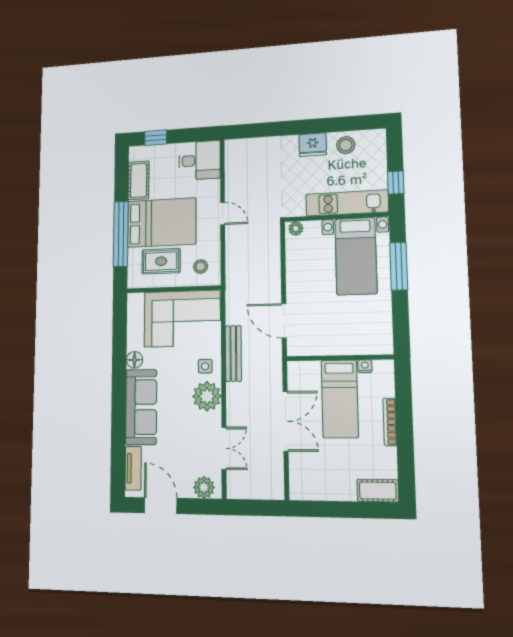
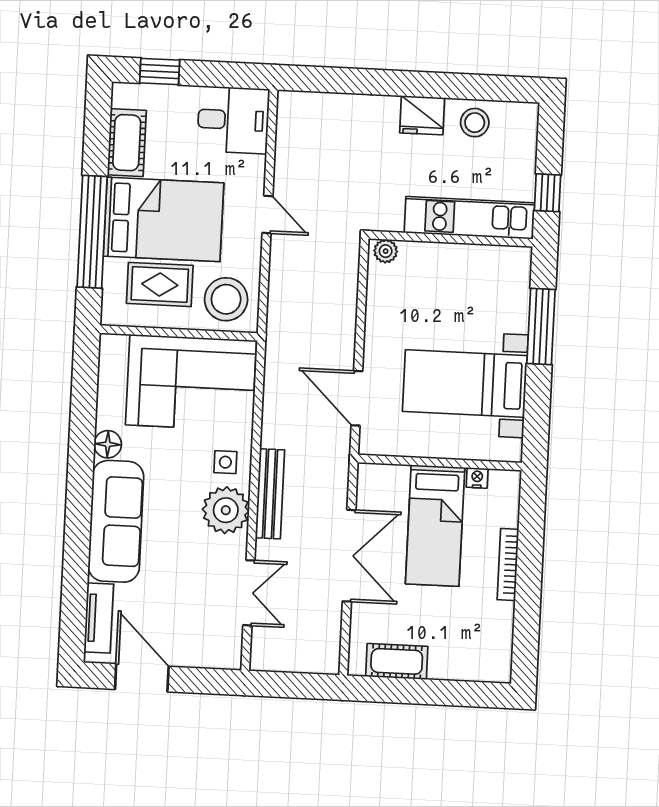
bed with nightstands: (356, 256) -> (465, 383), moved, turned 90
stool: (201, 266) -> (226, 299), width x1.89, depth x1.89
bench: (233, 353) -> (270, 494), moved
plant: (204, 487) -> (214, 652), removed
cot: (378, 491) -> (397, 661), moved

